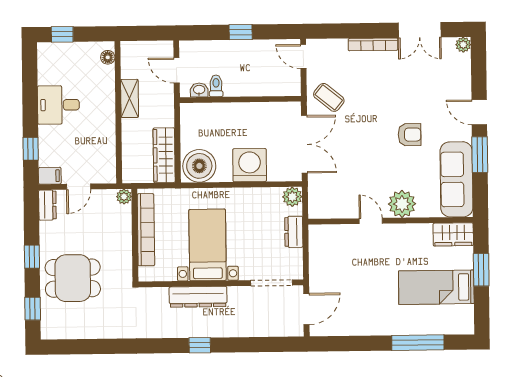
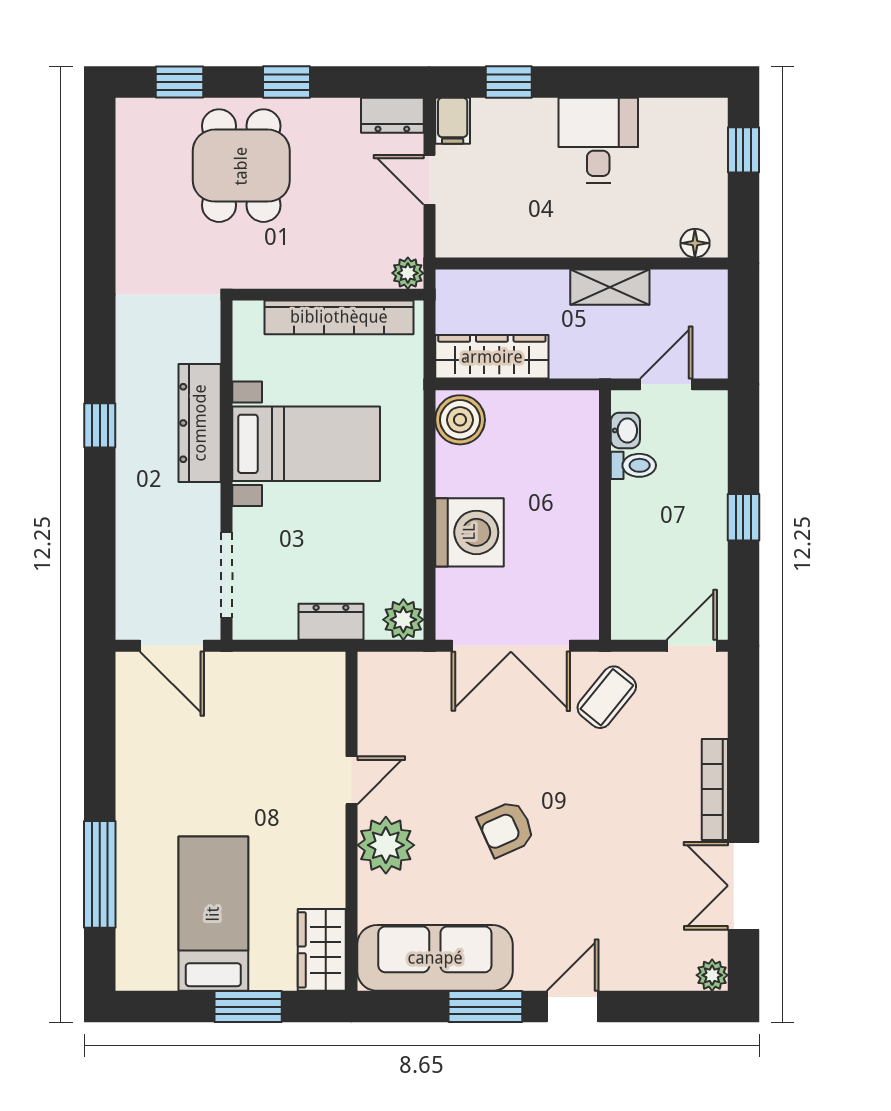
armchair: (410, 135) -> (506, 829), moved, turned 66
boiler: (199, 166) -> (460, 420), width x0.73, depth x0.73

